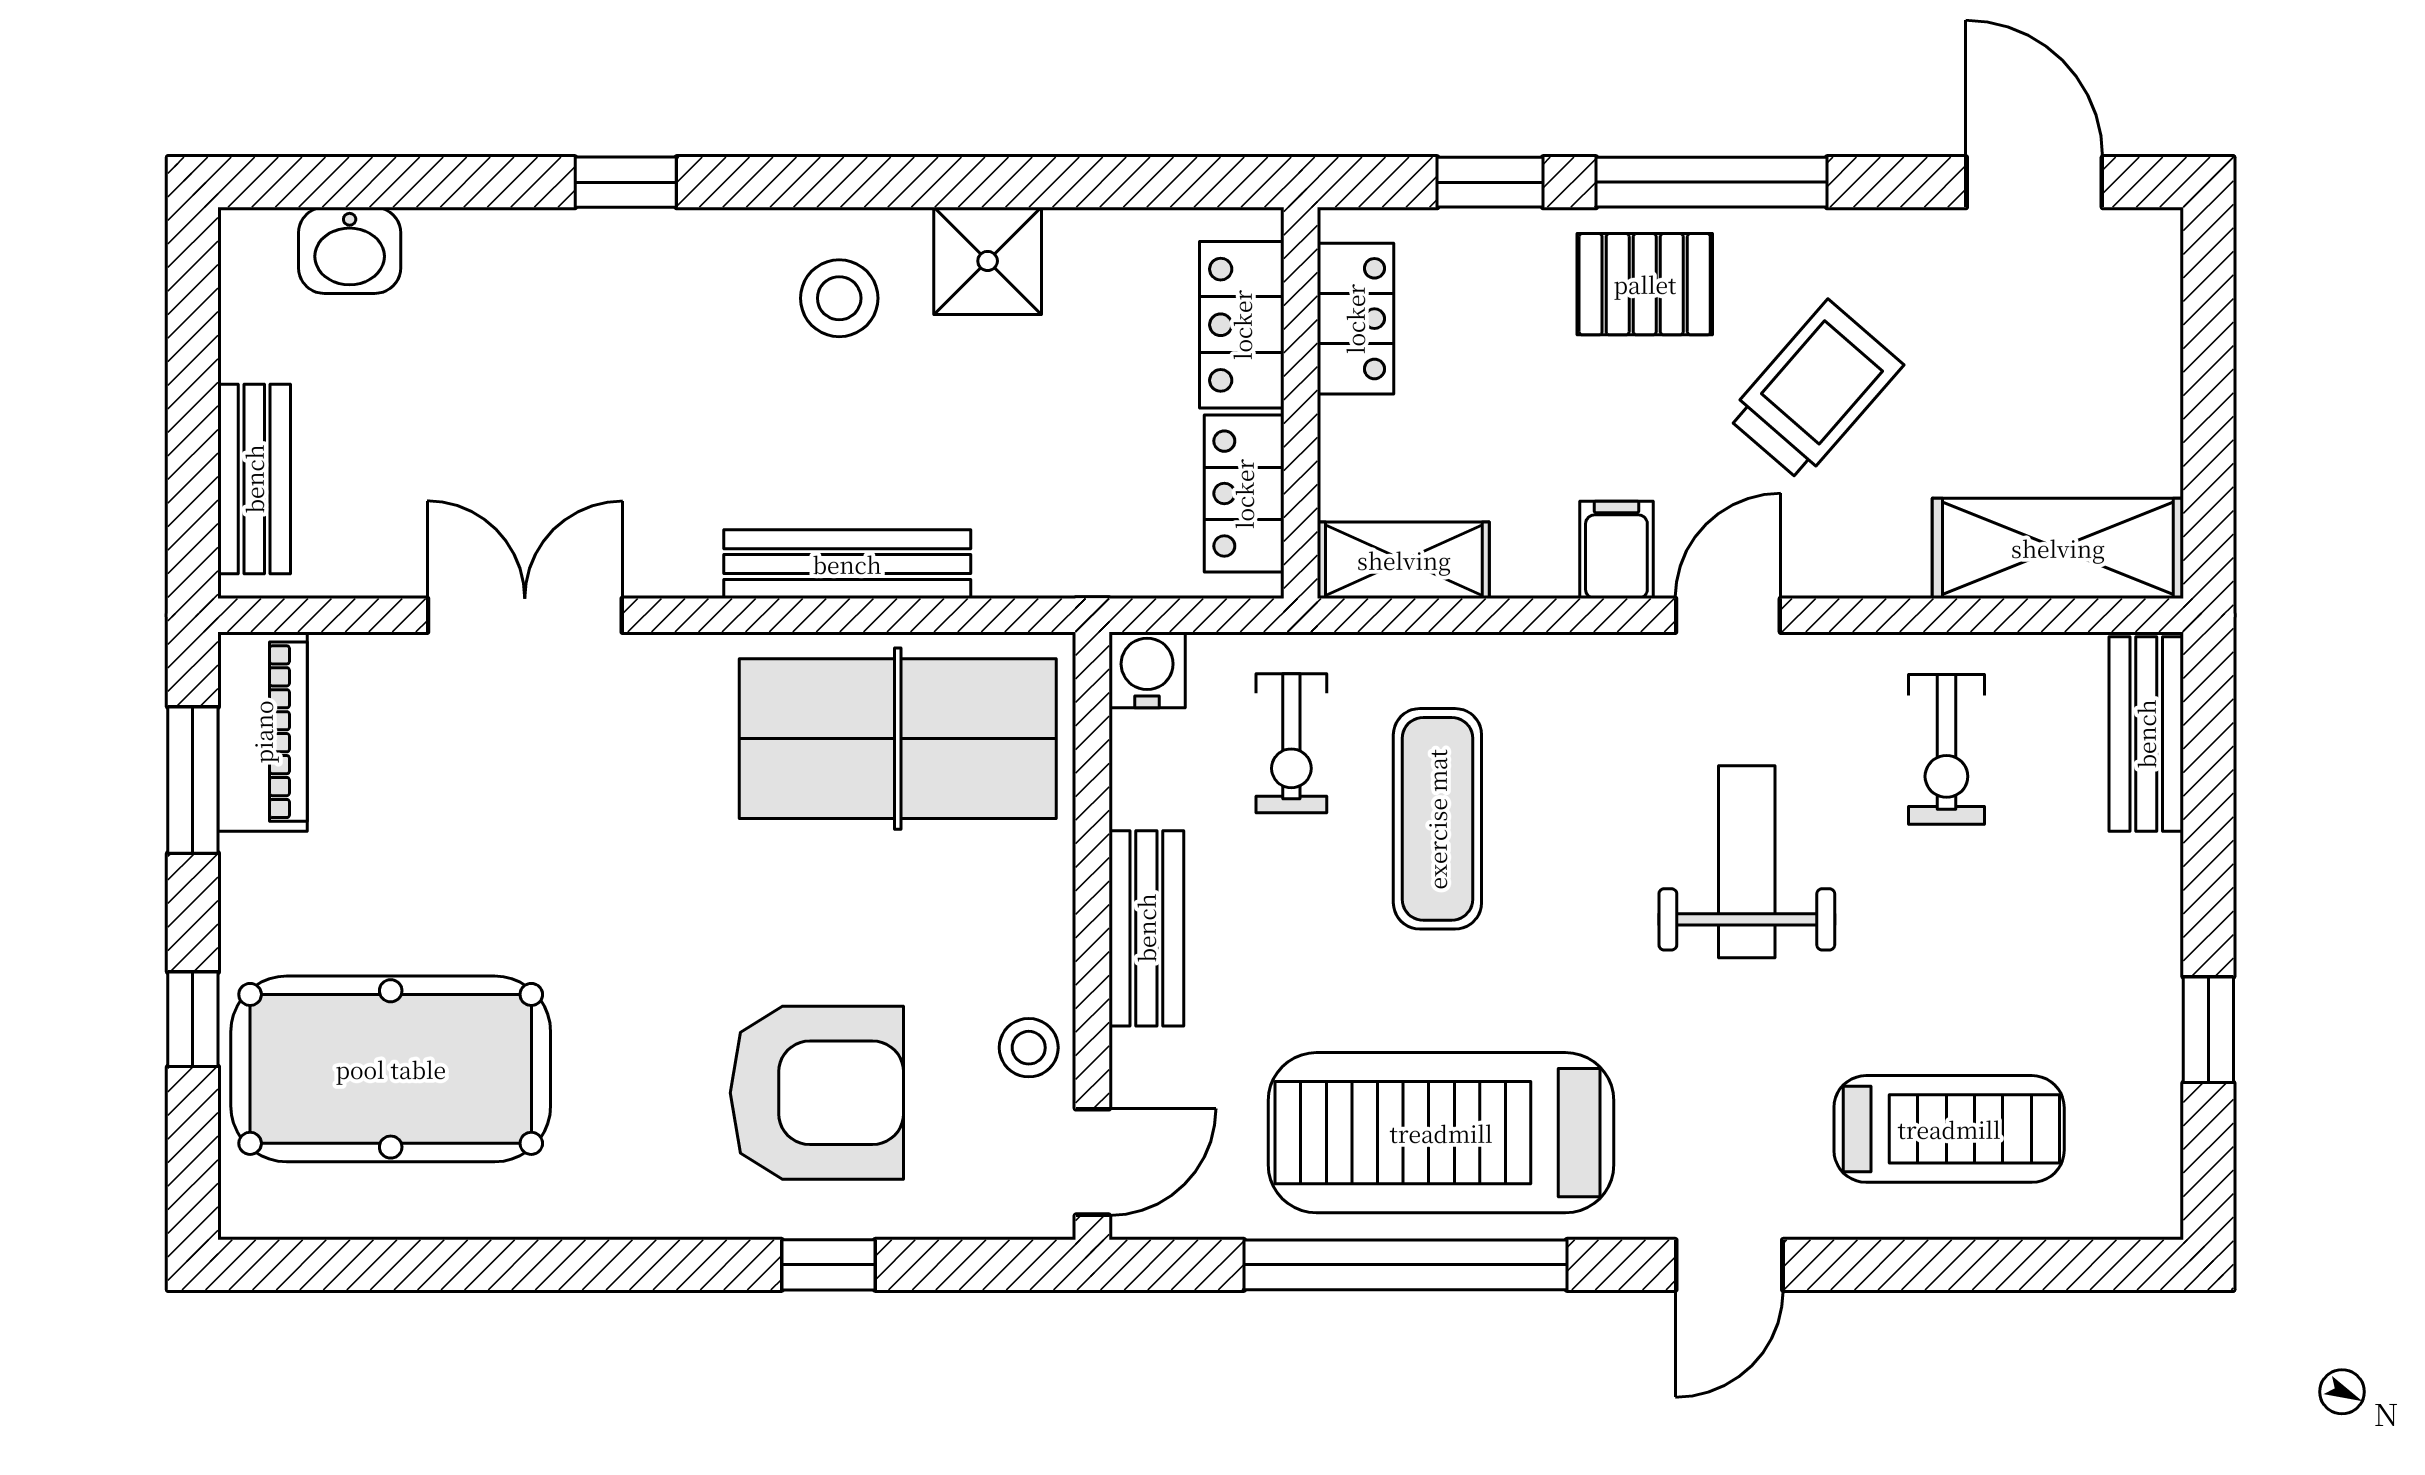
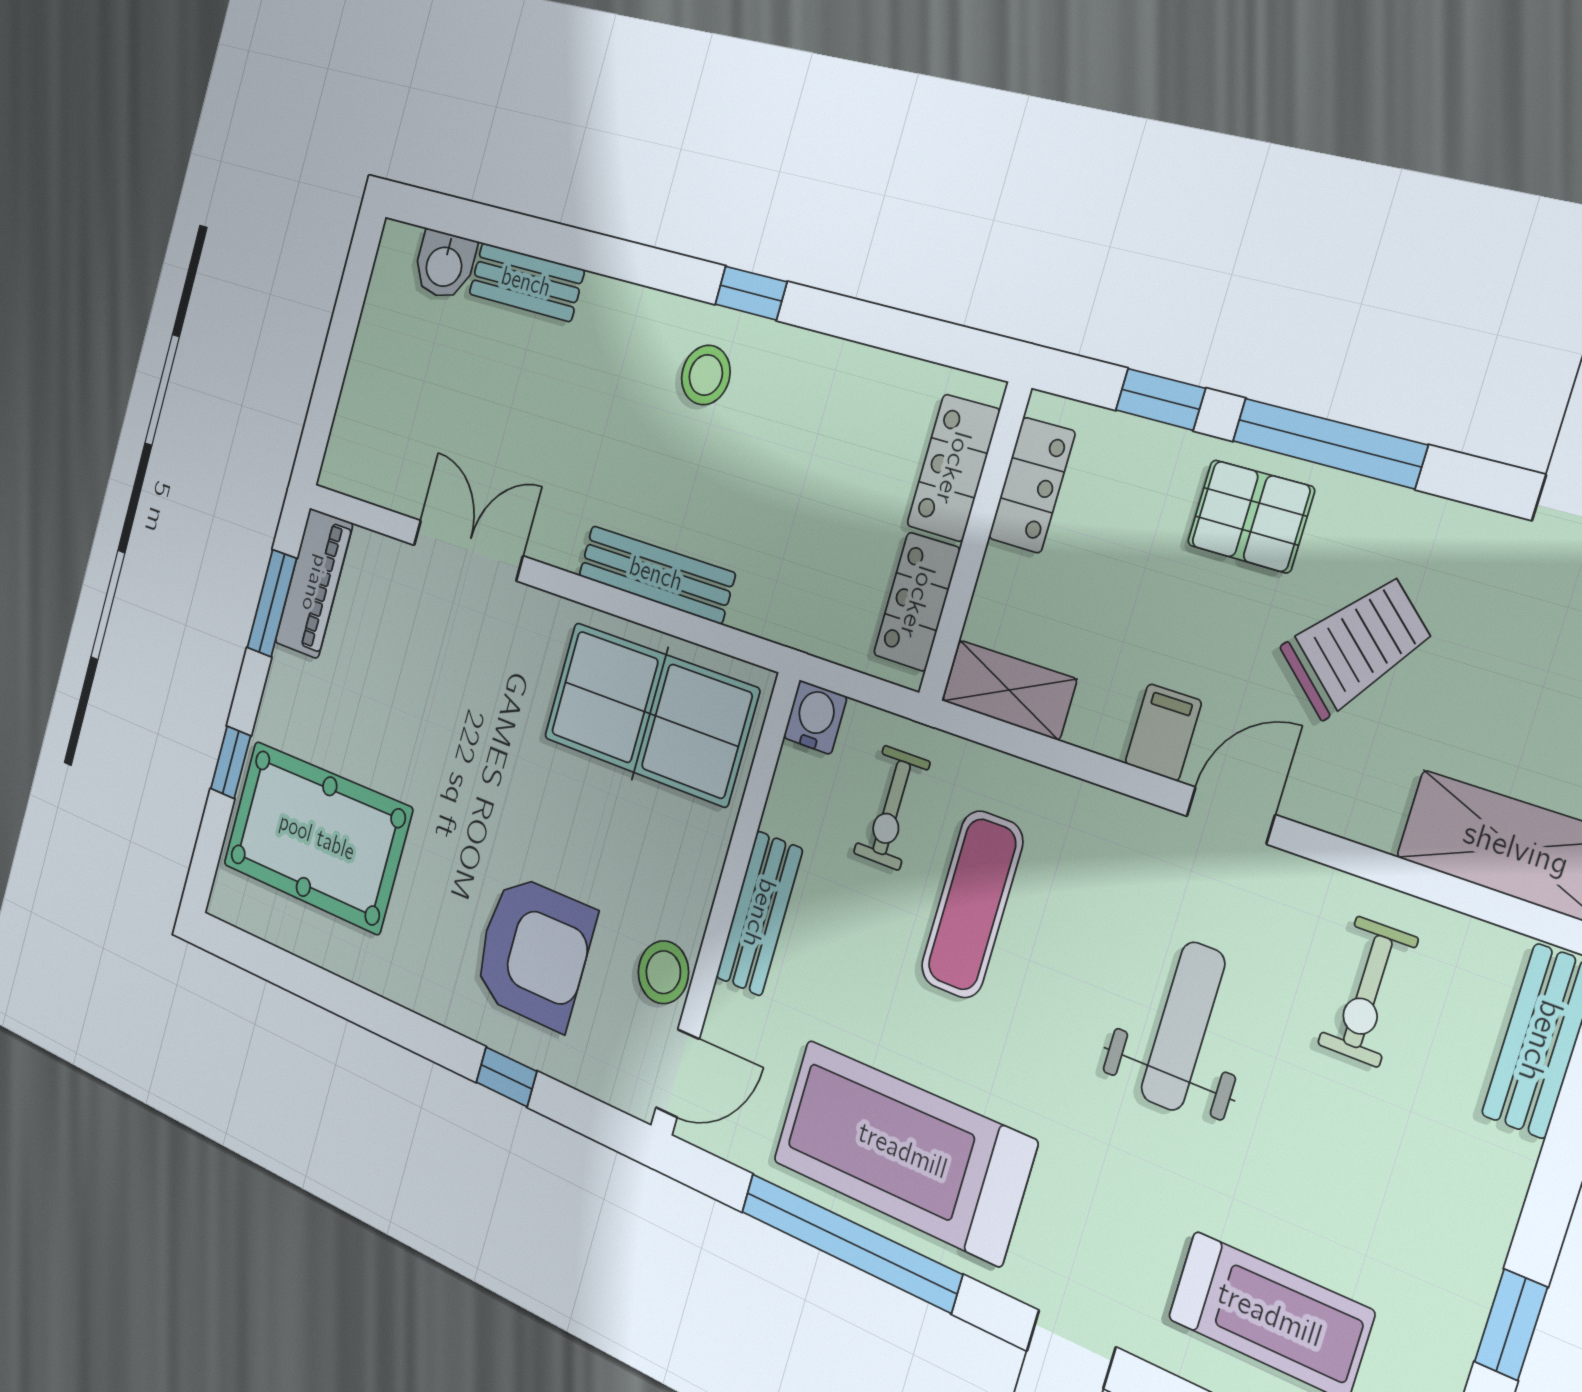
window: (626, 182) -> (751, 293), moved
shower: (988, 261) -> (804, 372), removed
bench: (254, 479) -> (526, 282), moved, turned 90
stool: (1029, 1048) -> (663, 972), width x1.37, depth x1.37

